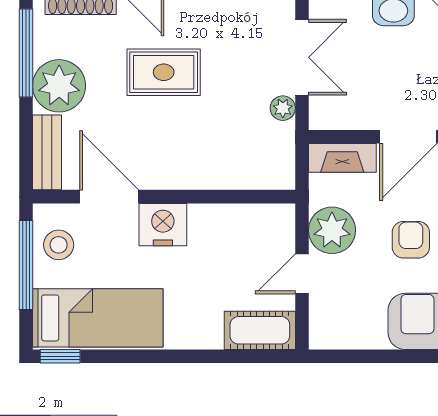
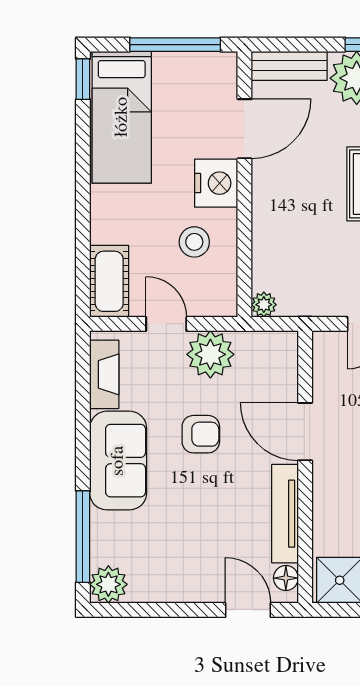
plant: (283, 108) -> (264, 305), moved
fireplace: (342, 158) -> (104, 374), moved, turned 180
stool: (59, 245) -> (194, 242), moved

